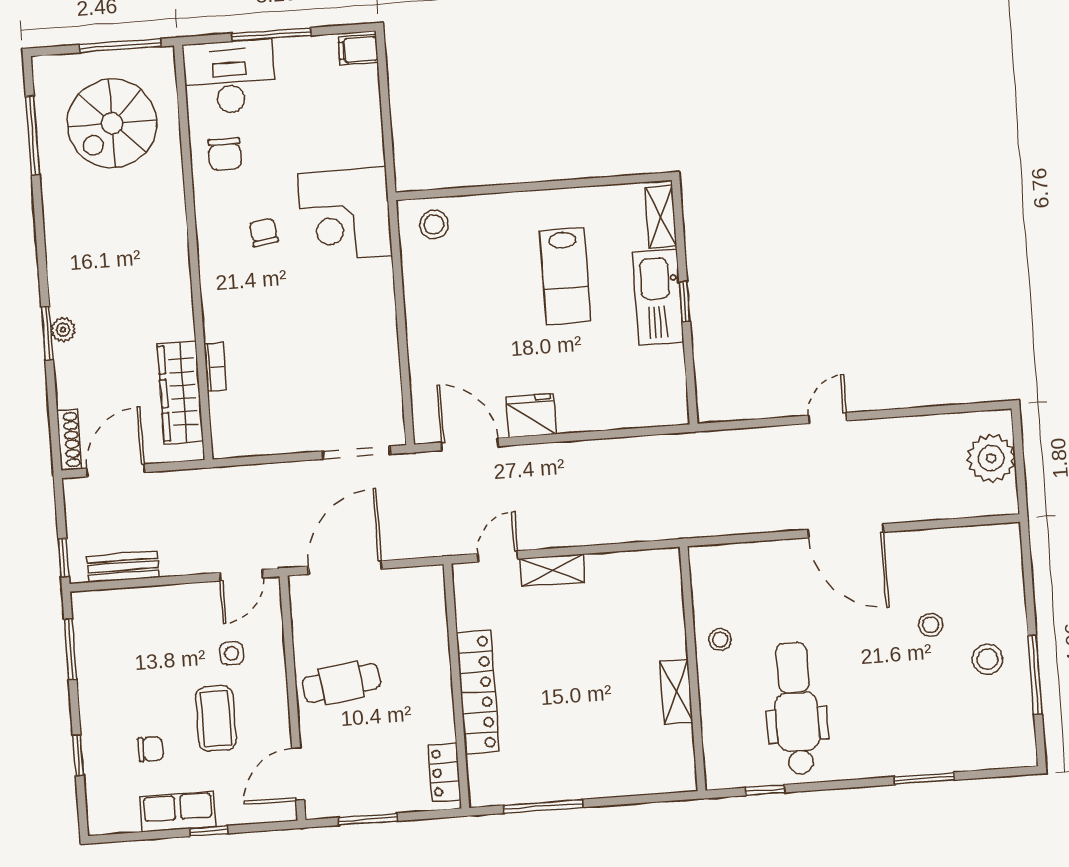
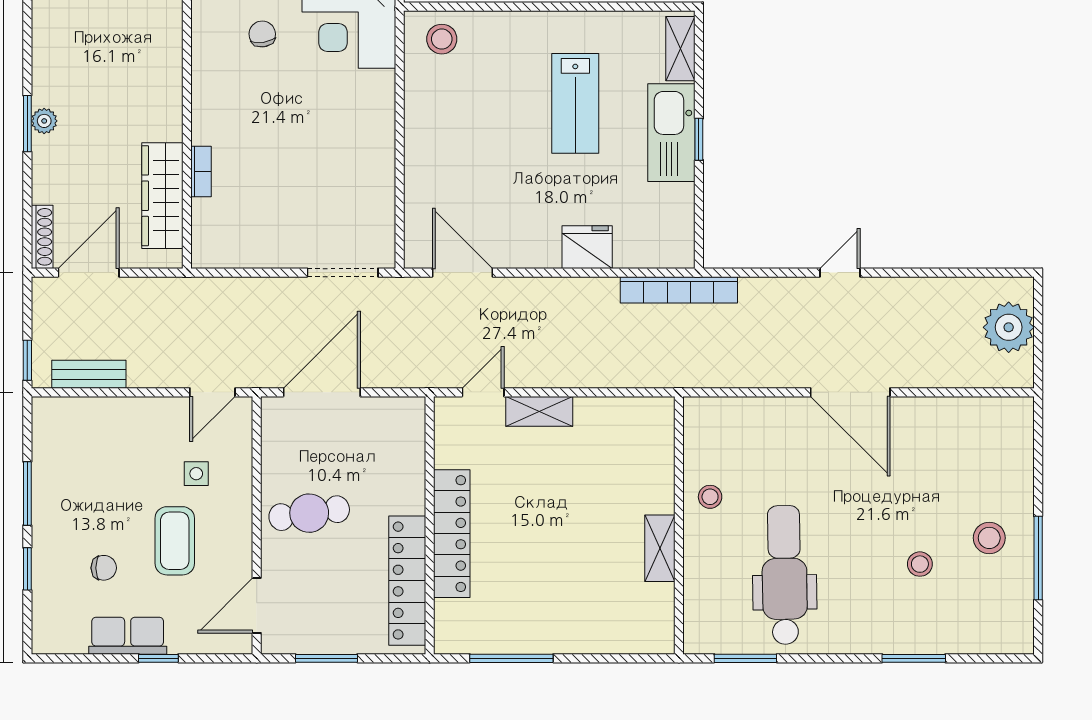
fridge: (531, 416) -> (587, 247), moved
bookcase: (676, 446) -> (679, 290), added
stool: (931, 625) -> (920, 564), moved
window: (70, 649) -> (27, 494), moved
locker: (444, 773) -> (407, 581), width x2.16, depth x1.21
window: (765, 790) -> (745, 658), width x1.50

